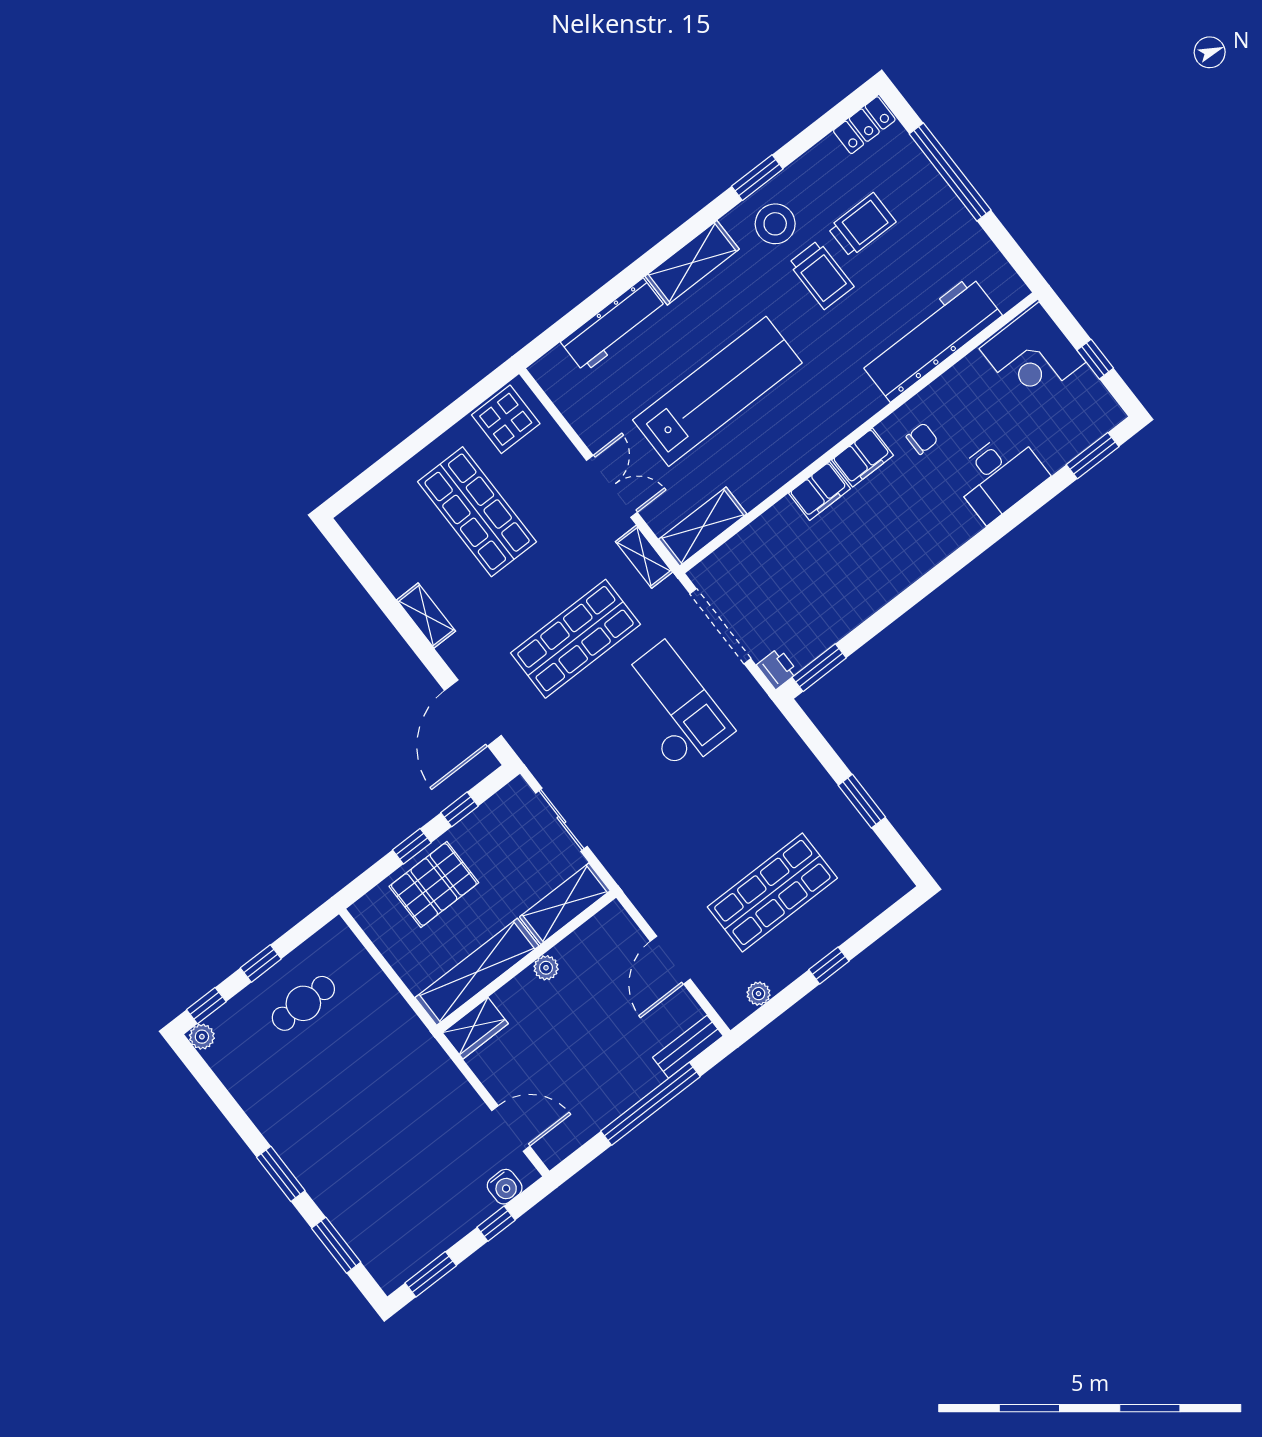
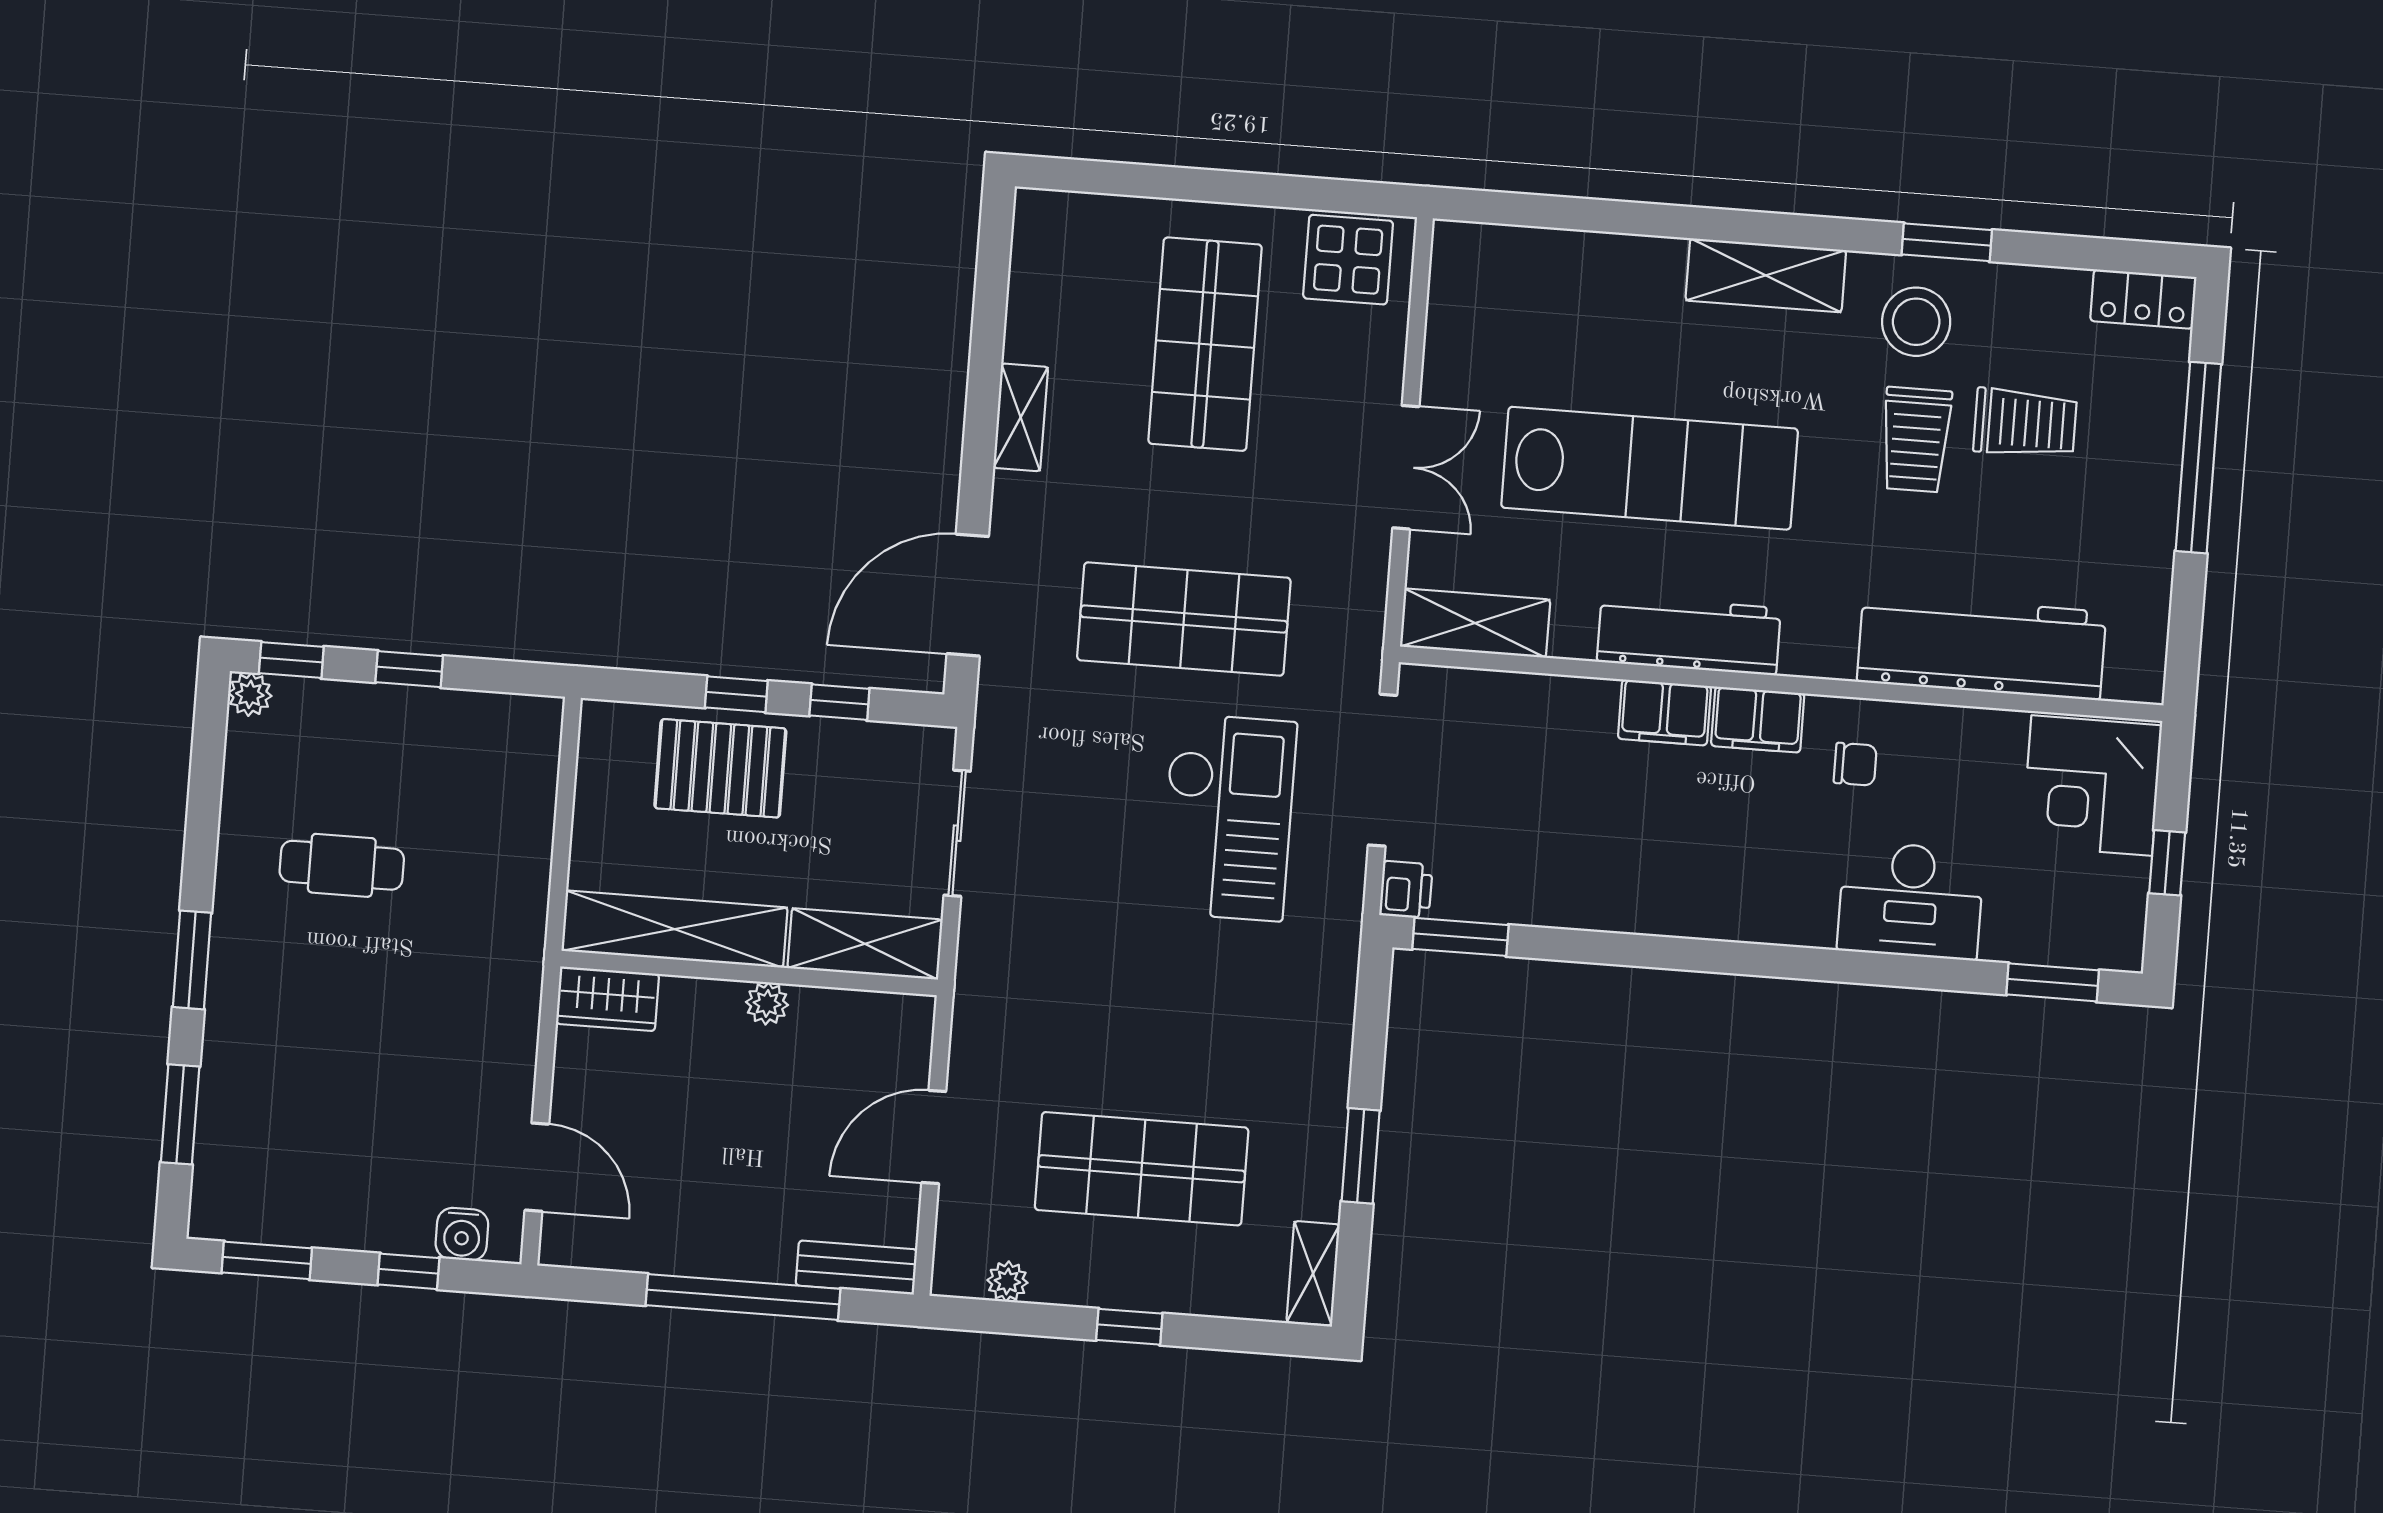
workbench: (614, 325) -> (1689, 635), moved, turned 180
shelving: (644, 557) -> (1313, 1273), moved
cafe table: (303, 1003) -> (342, 865), moved

